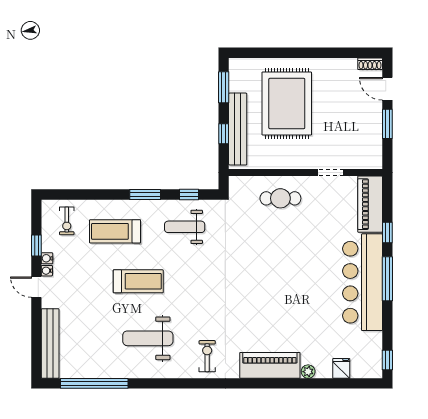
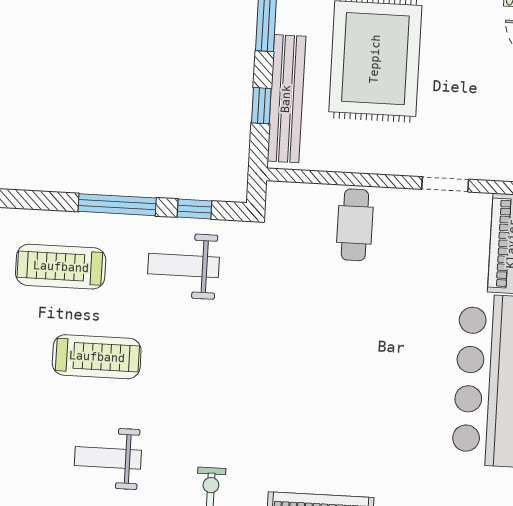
window: (145, 194) -> (117, 205), width x1.44
cafe table: (280, 198) -> (355, 225), turned 90
weight bench: (148, 338) -> (108, 458), width x0.73, depth x0.75

